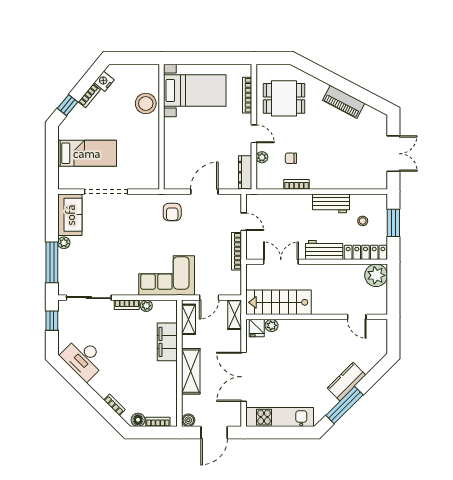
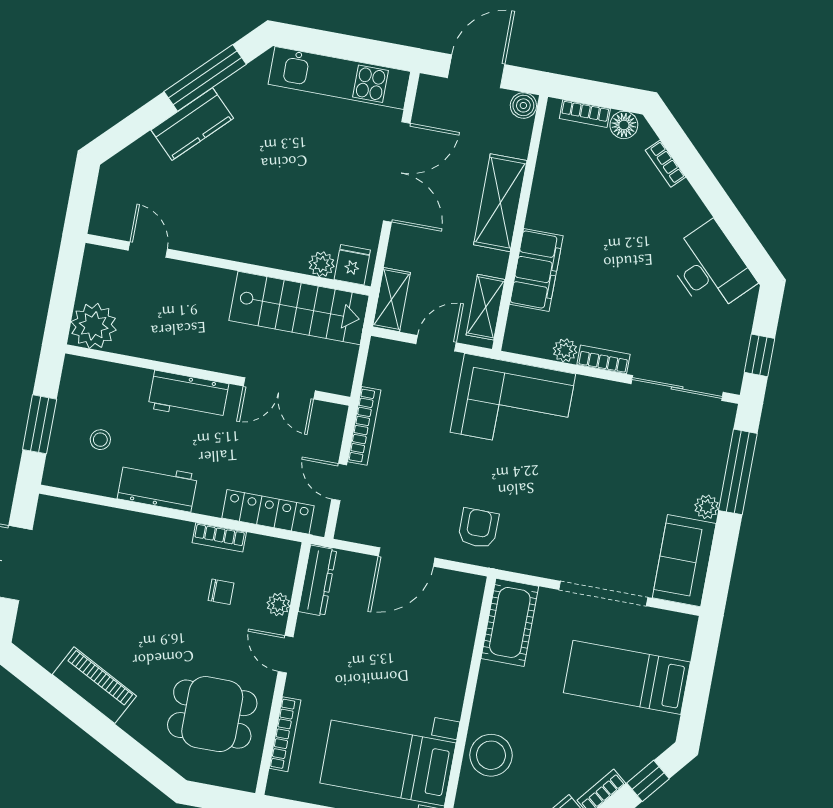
cot: (149, 169) -> (510, 622), added
locker: (365, 252) -> (268, 512), moved, turned 180

